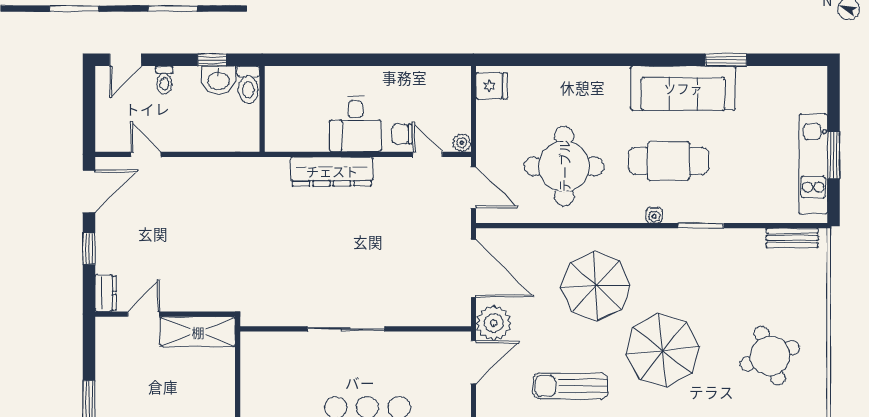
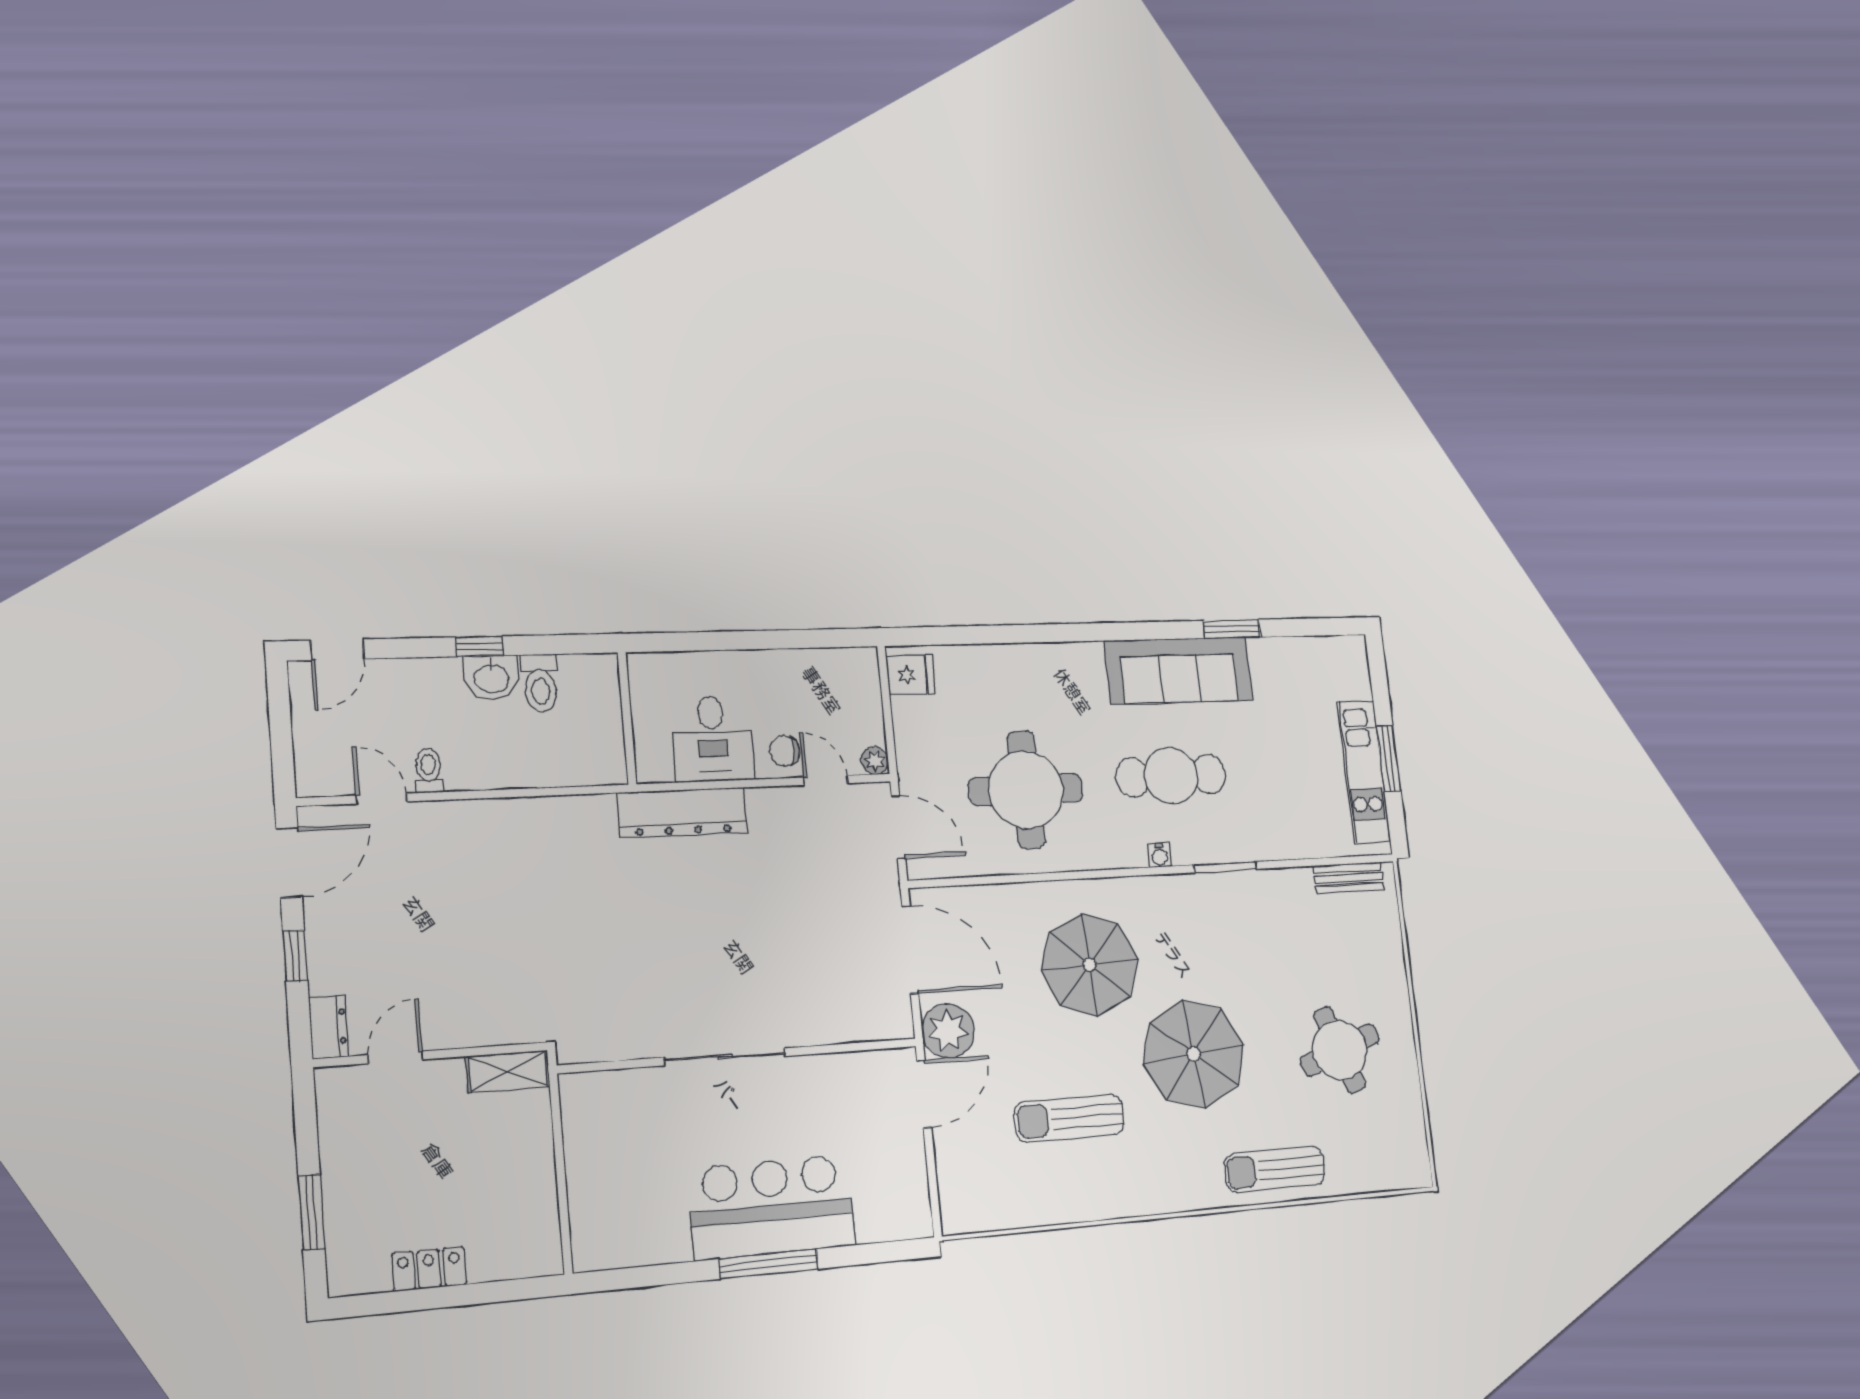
toilet: (164, 80) -> (429, 771), moved, turned 180
wall: (262, 109) -> (627, 718), moved
shelving: (198, 332) -> (508, 1071), width x0.67, depth x0.75

